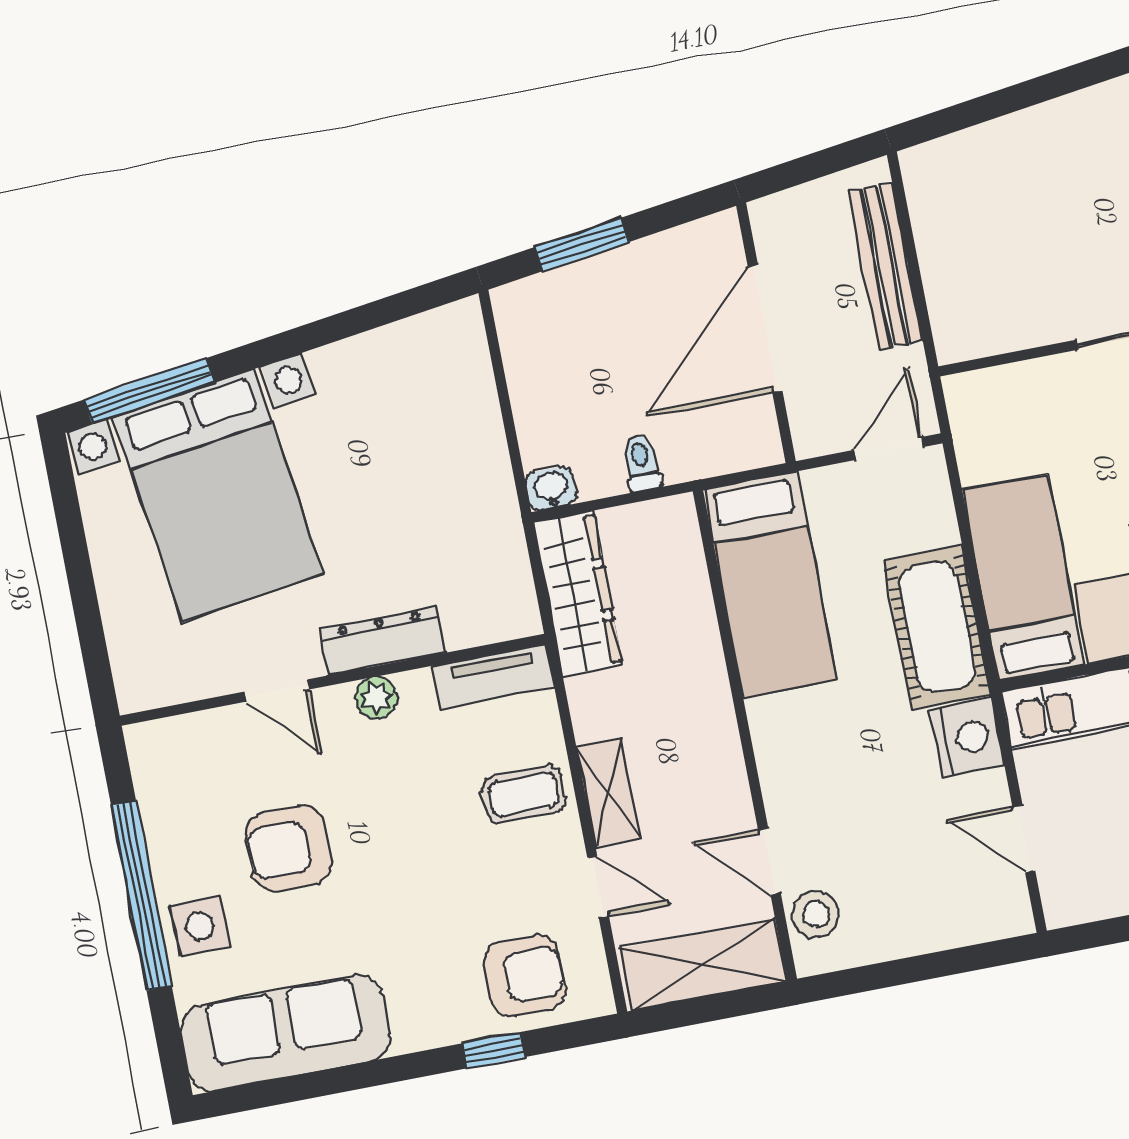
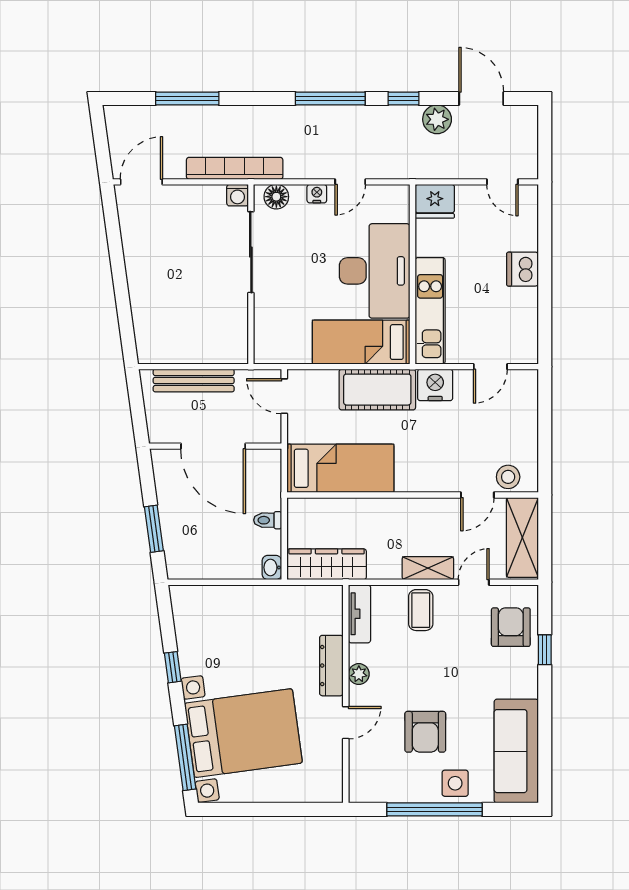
window: (320, 333) -> (173, 667), added

